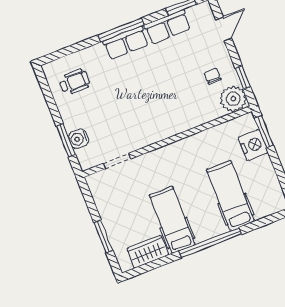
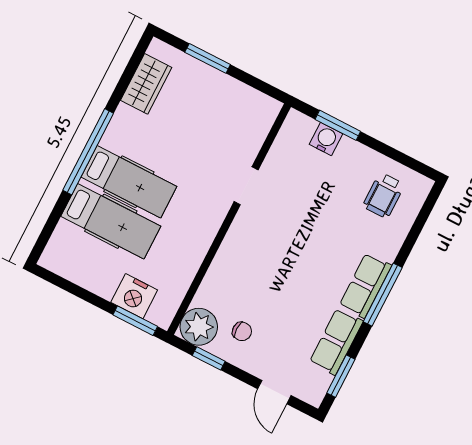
doorway: (117, 161) -> (246, 186), moved
hospital bed: (172, 220) -> (129, 182), moved

